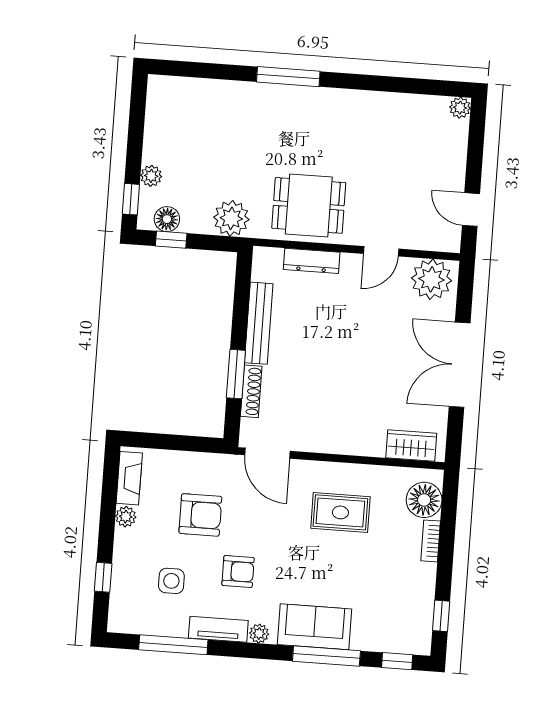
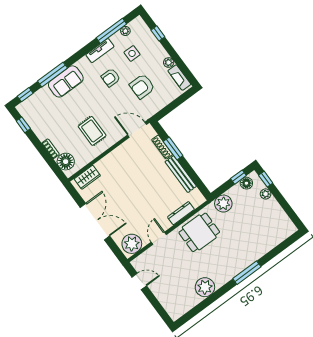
plant: (460, 108) -> (205, 287), moved, width x1.87, depth x1.87
rug: (340, 512) -> (92, 131), turned 90
plant: (259, 634) -> (125, 31), moved

